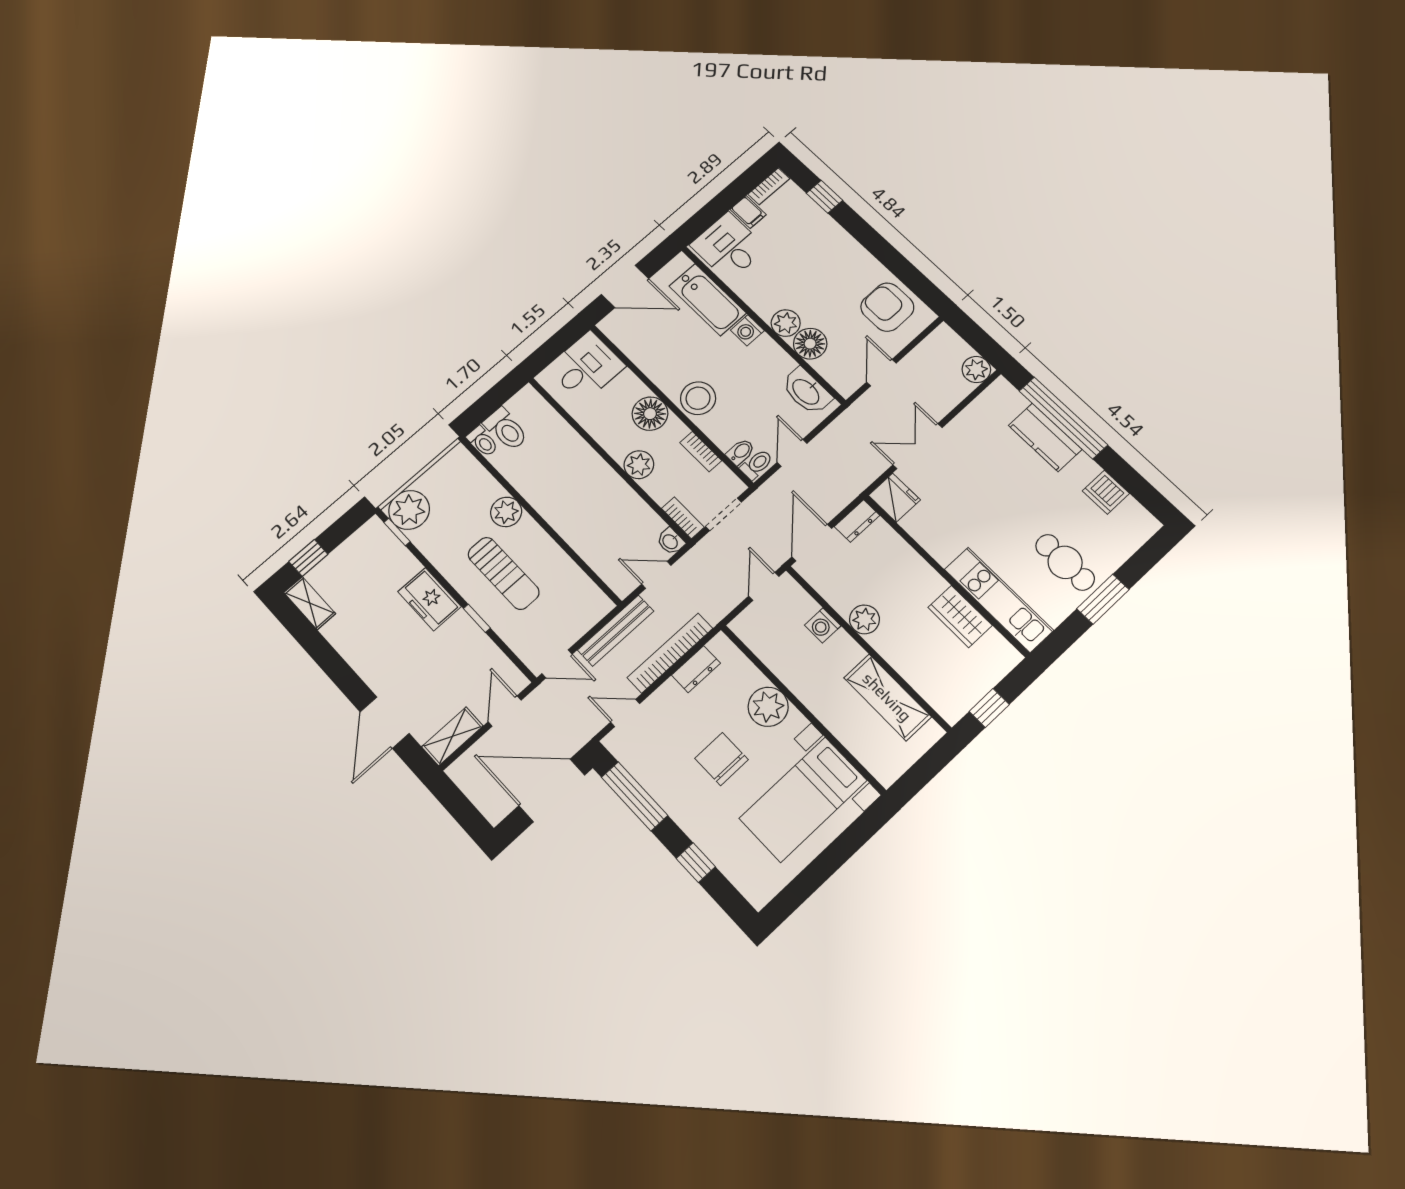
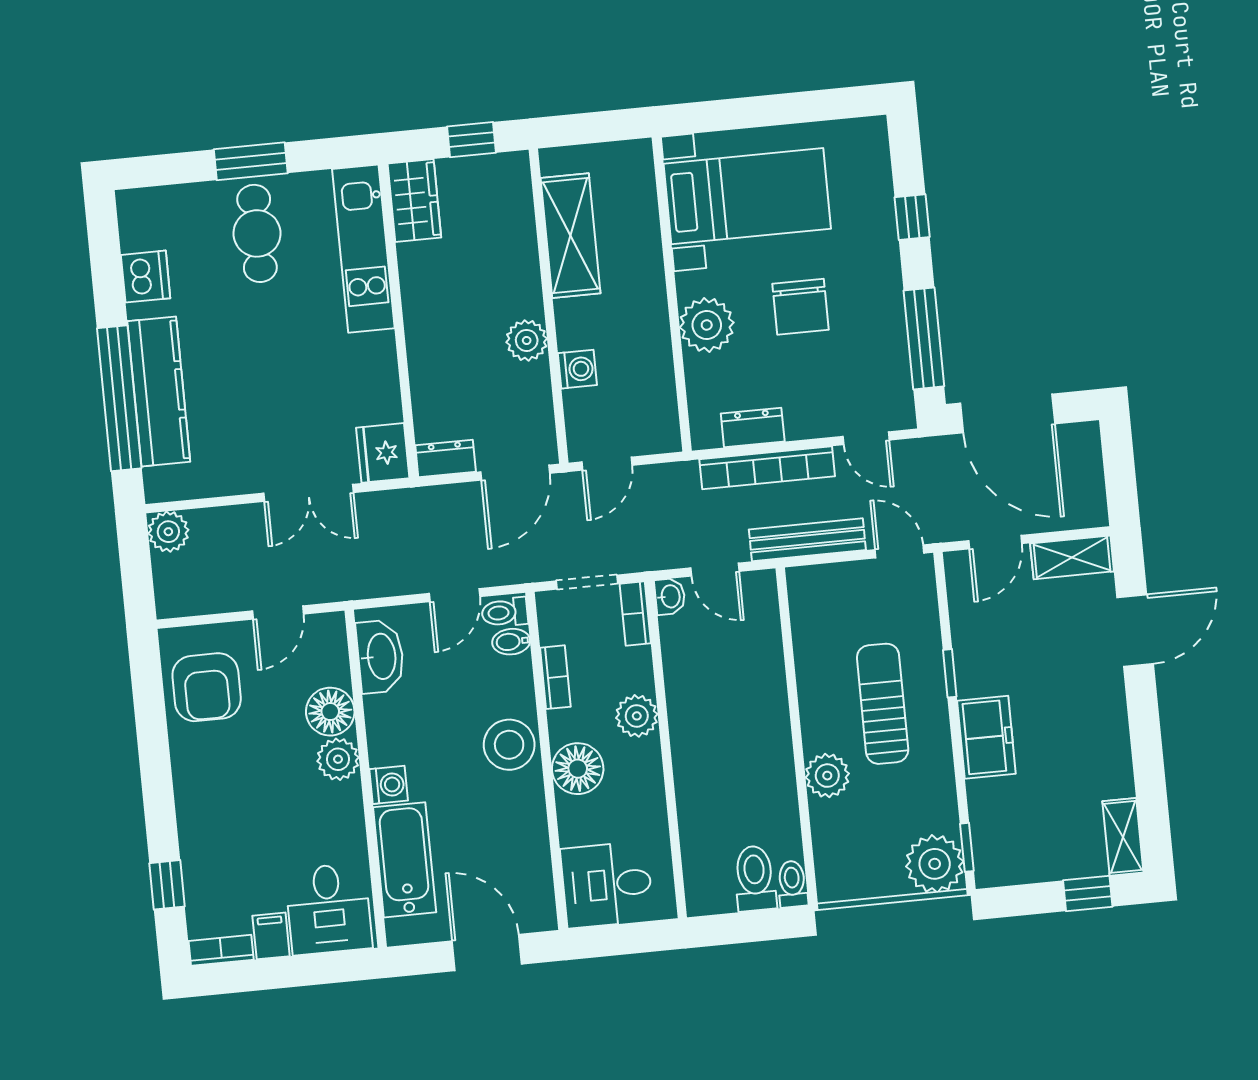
kitchen counter: (1045, 437) -> (159, 391), width x1.50
wardrobe: (960, 616) -> (414, 201), moved

